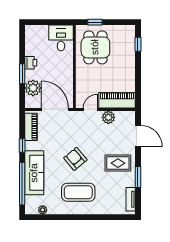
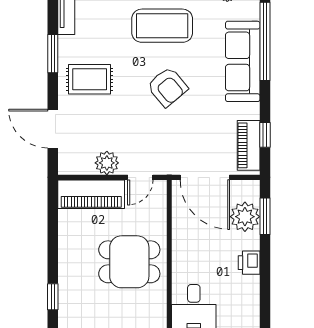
dining table: (95, 47) -> (129, 262), moved, turned 90
window: (22, 74) -> (265, 216), moved
window: (22, 145) -> (265, 135), moved

